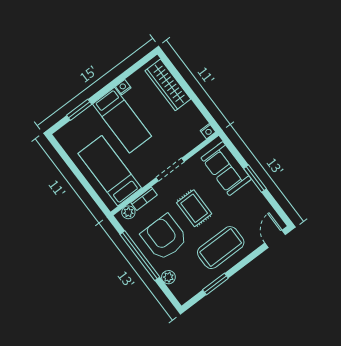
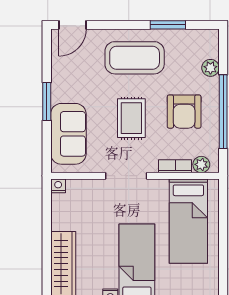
armchair: (164, 237) -> (184, 112), width x0.73, depth x0.73

